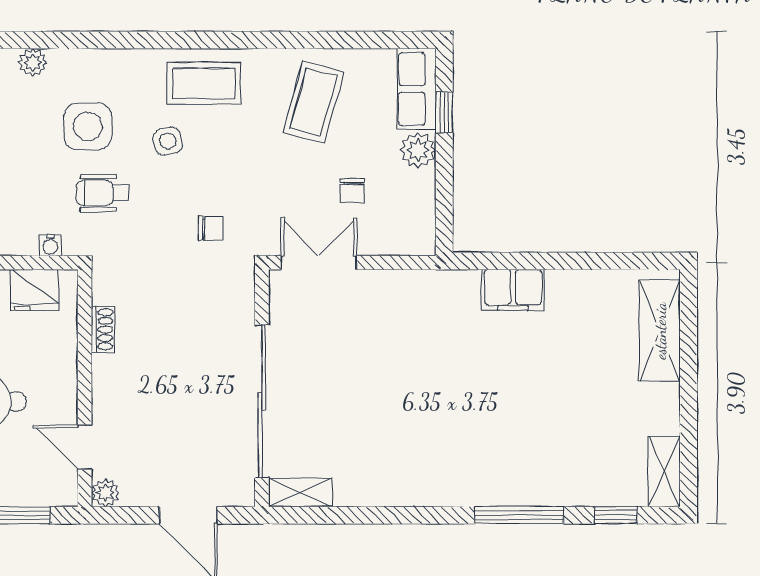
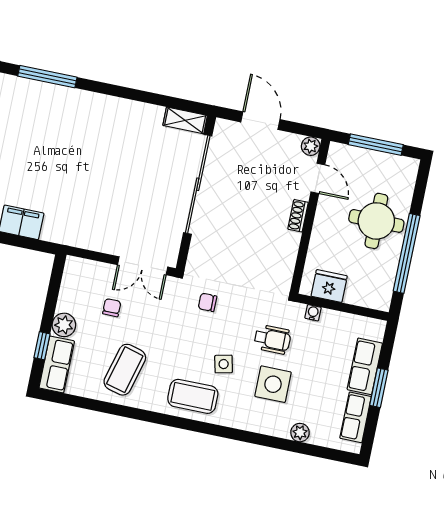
shoe rack: (103, 329) -> (298, 216), moved

